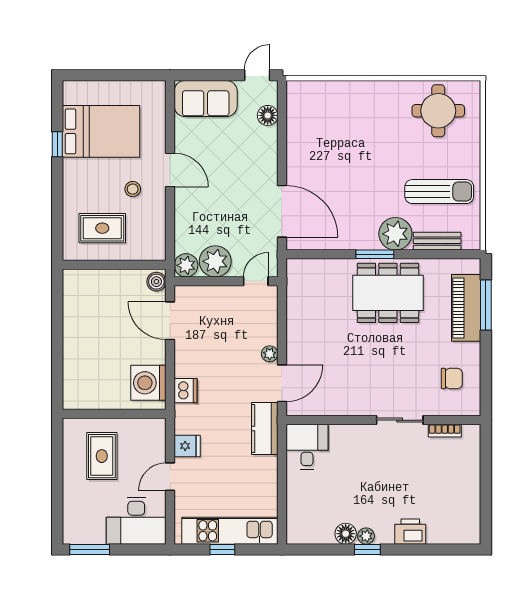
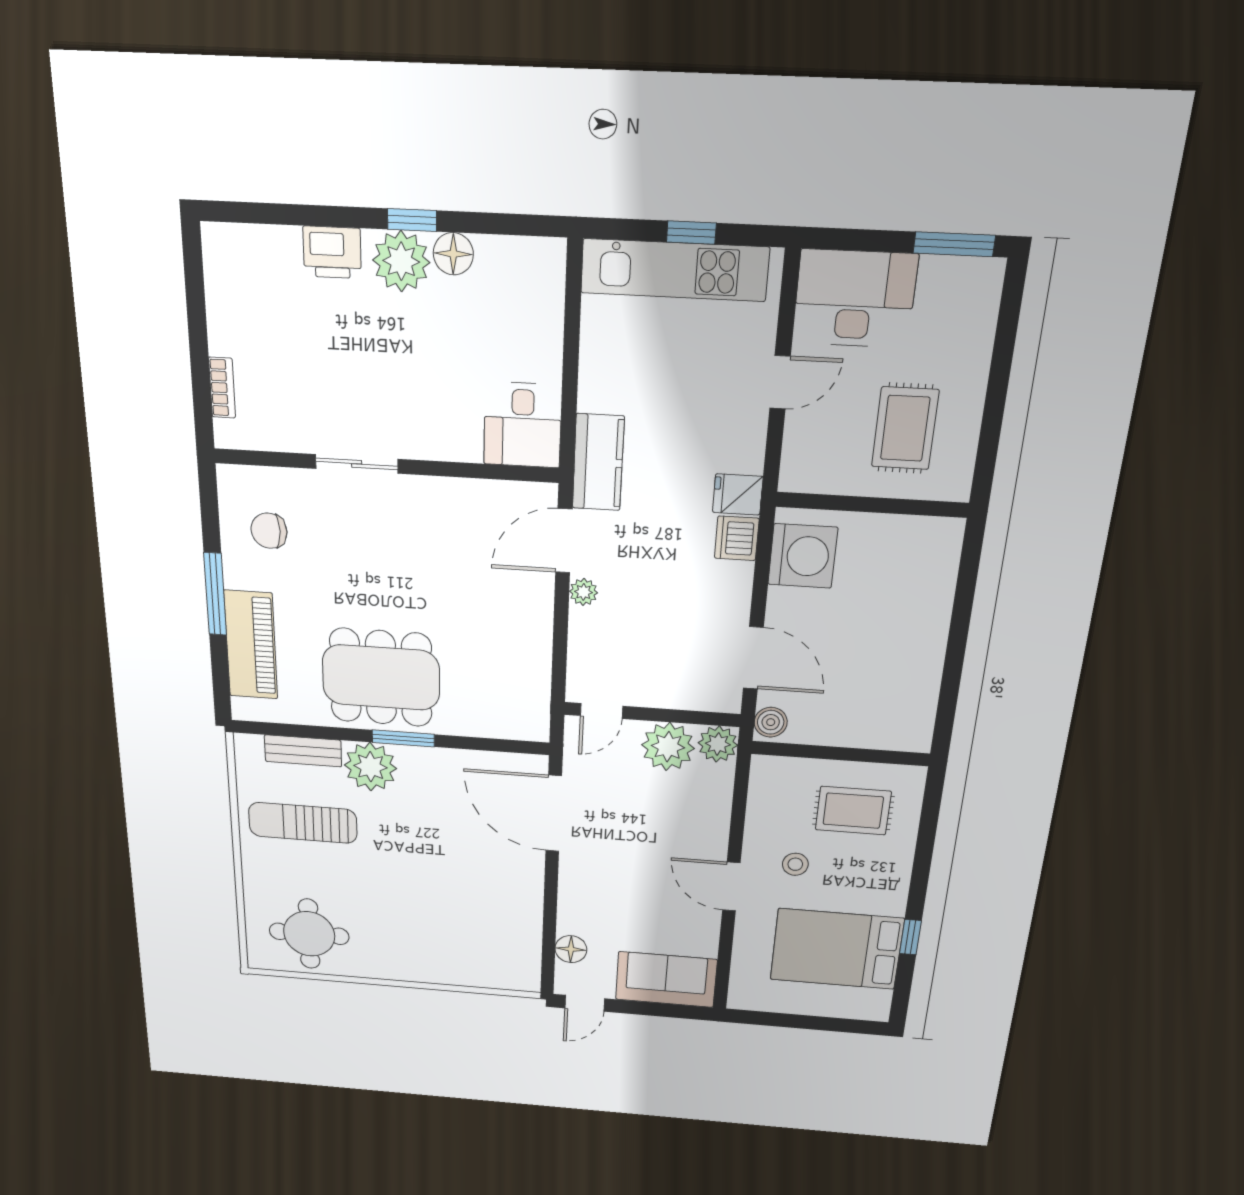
window: (486, 305) -> (215, 594), moved
bookcase: (445, 431) -> (222, 388), moved, turned 90
fridge: (187, 446) -> (738, 494), moved
plant: (366, 536) -> (401, 261), width x1.87, depth x1.87

